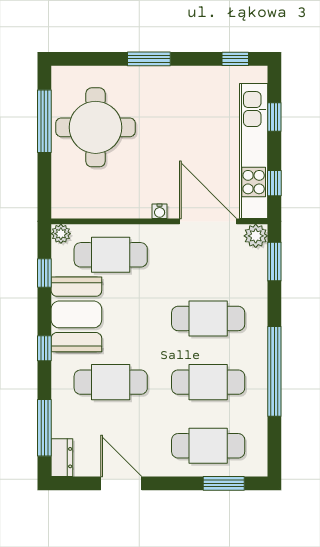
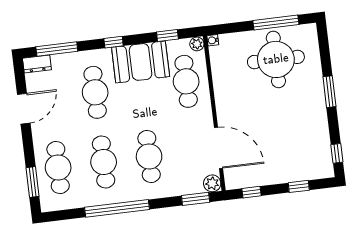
kitchen unit: (254, 151) -> (273, 175), removed
water cooler: (160, 211) -> (213, 40), moved
door: (208, 221) -> (218, 148), hinge flipped

